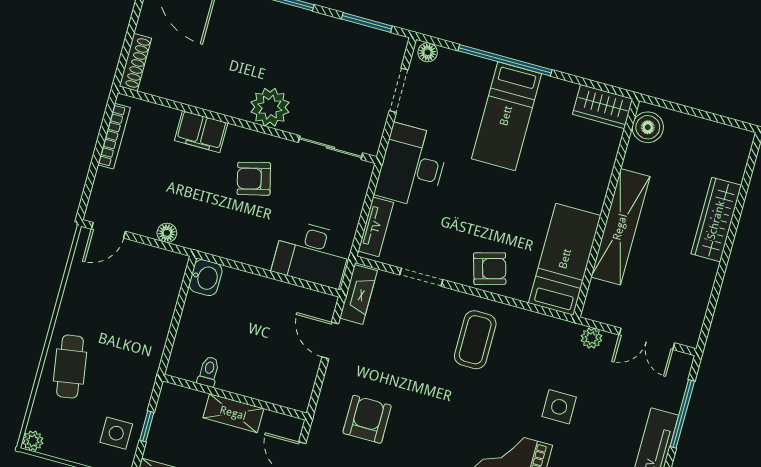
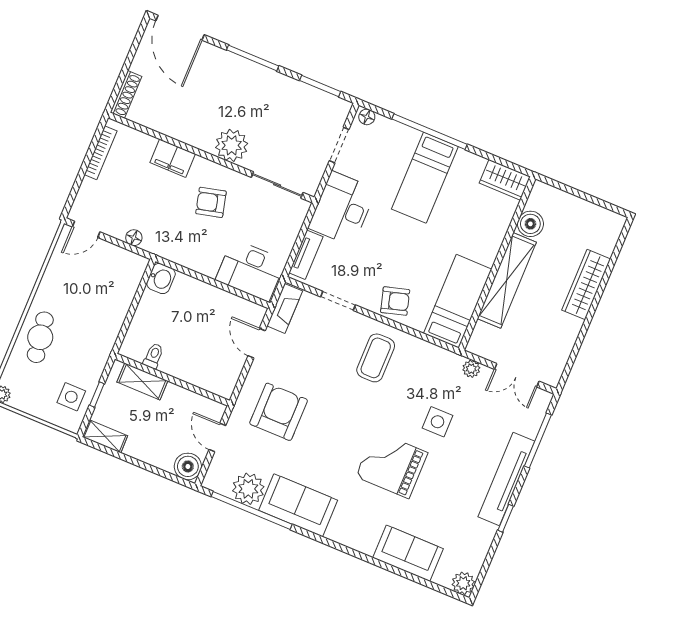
boiler: (648, 127) -> (530, 224), moved
shelving: (233, 413) -> (142, 381), moved
armchair: (367, 419) -> (279, 412), width x1.36, depth x1.36

